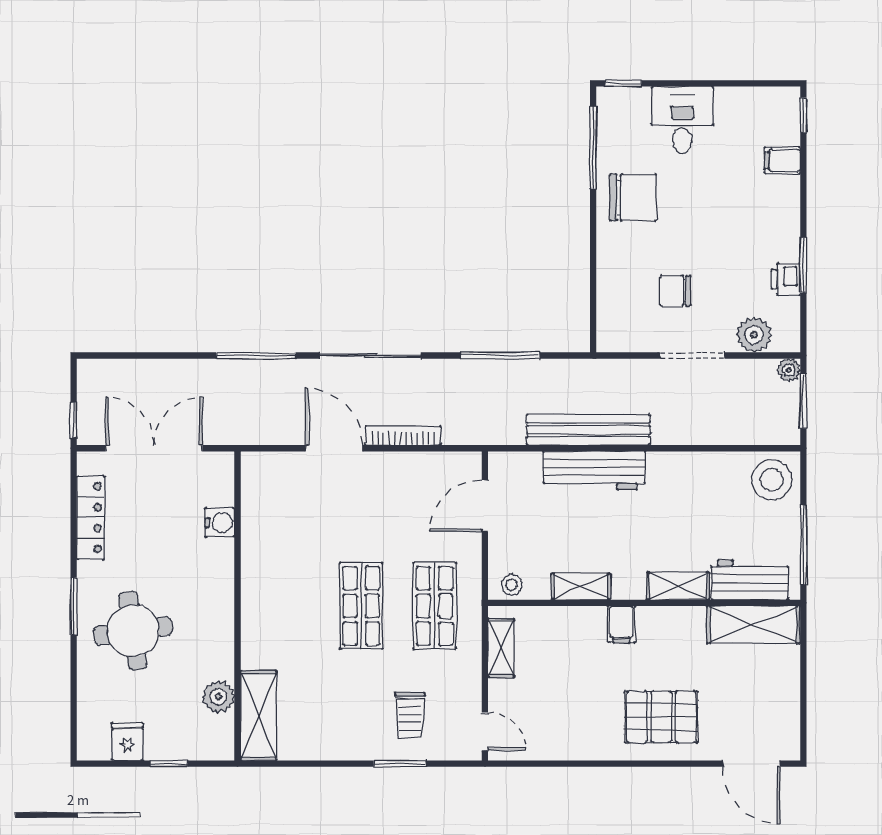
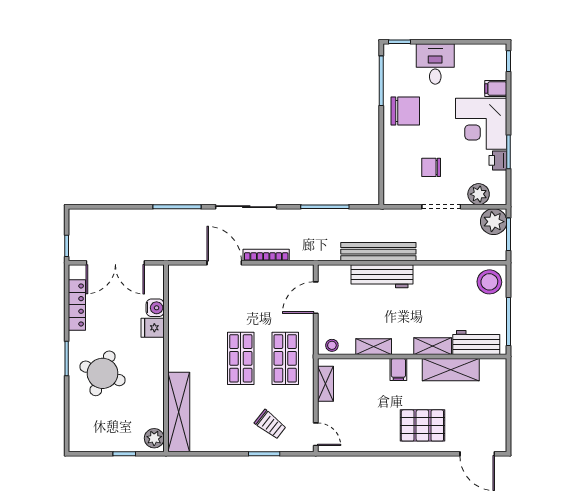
corner desk: (758, 219) -> (481, 124), added
plant: (789, 370) -> (494, 222), width x1.87, depth x1.87
double door: (154, 448) -> (115, 263), swing flipped
shelving: (754, 625) -> (451, 370), moved
round table: (133, 631) -> (103, 373), turned 30
plant: (218, 697) -> (154, 438), moved
trolley: (410, 715) -> (270, 424), turned -52
shelving: (259, 716) -> (179, 412), width x1.47
fridge: (127, 742) -> (153, 328), moved, turned -90

